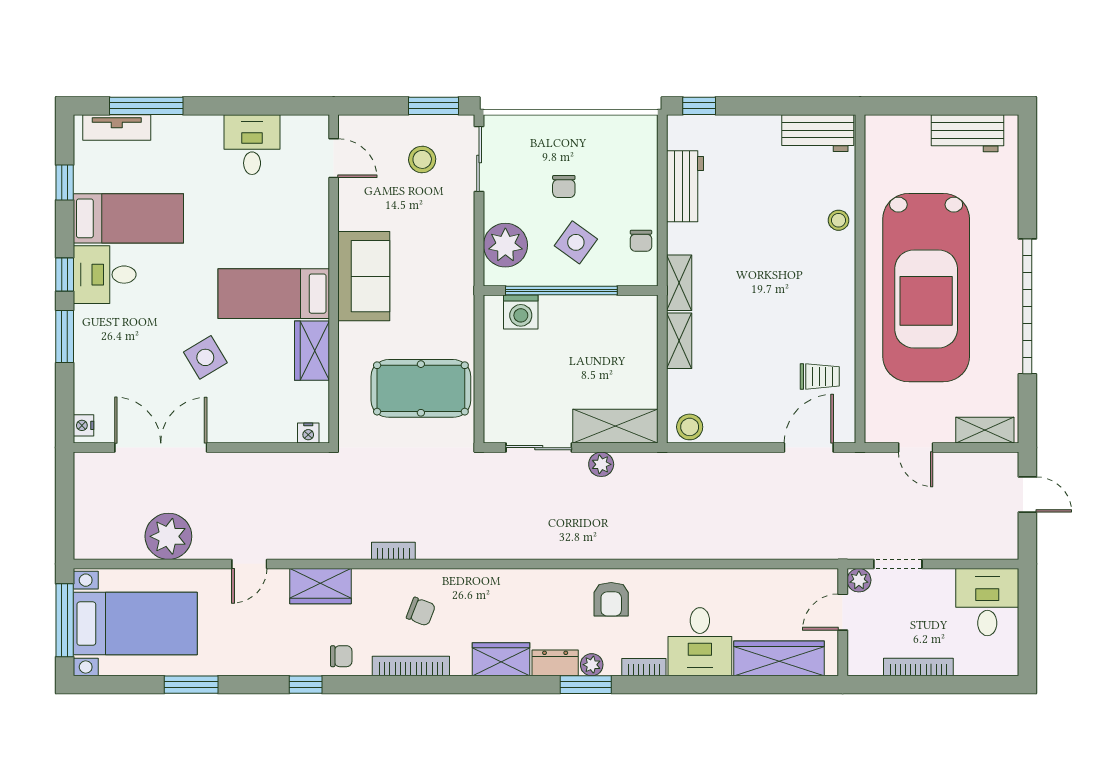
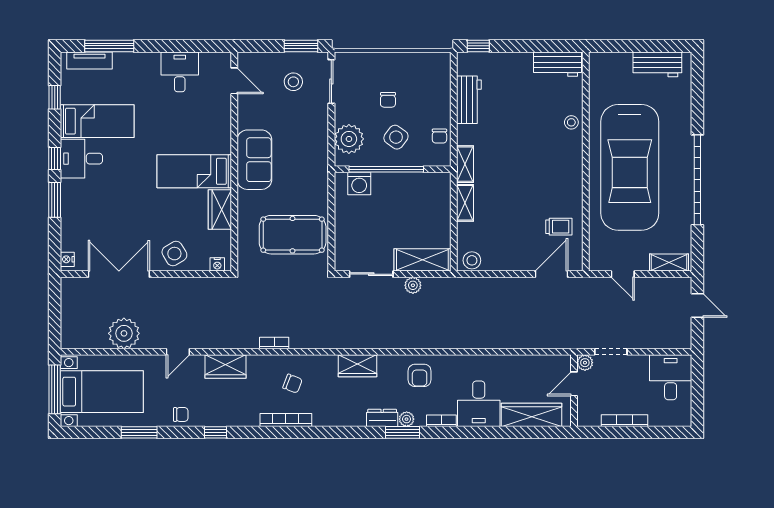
side table: (205, 357) -> (174, 254), moved
chair: (341, 656) -> (181, 414), moved
wardrobe: (501, 659) -> (357, 366), moved, turned 180

